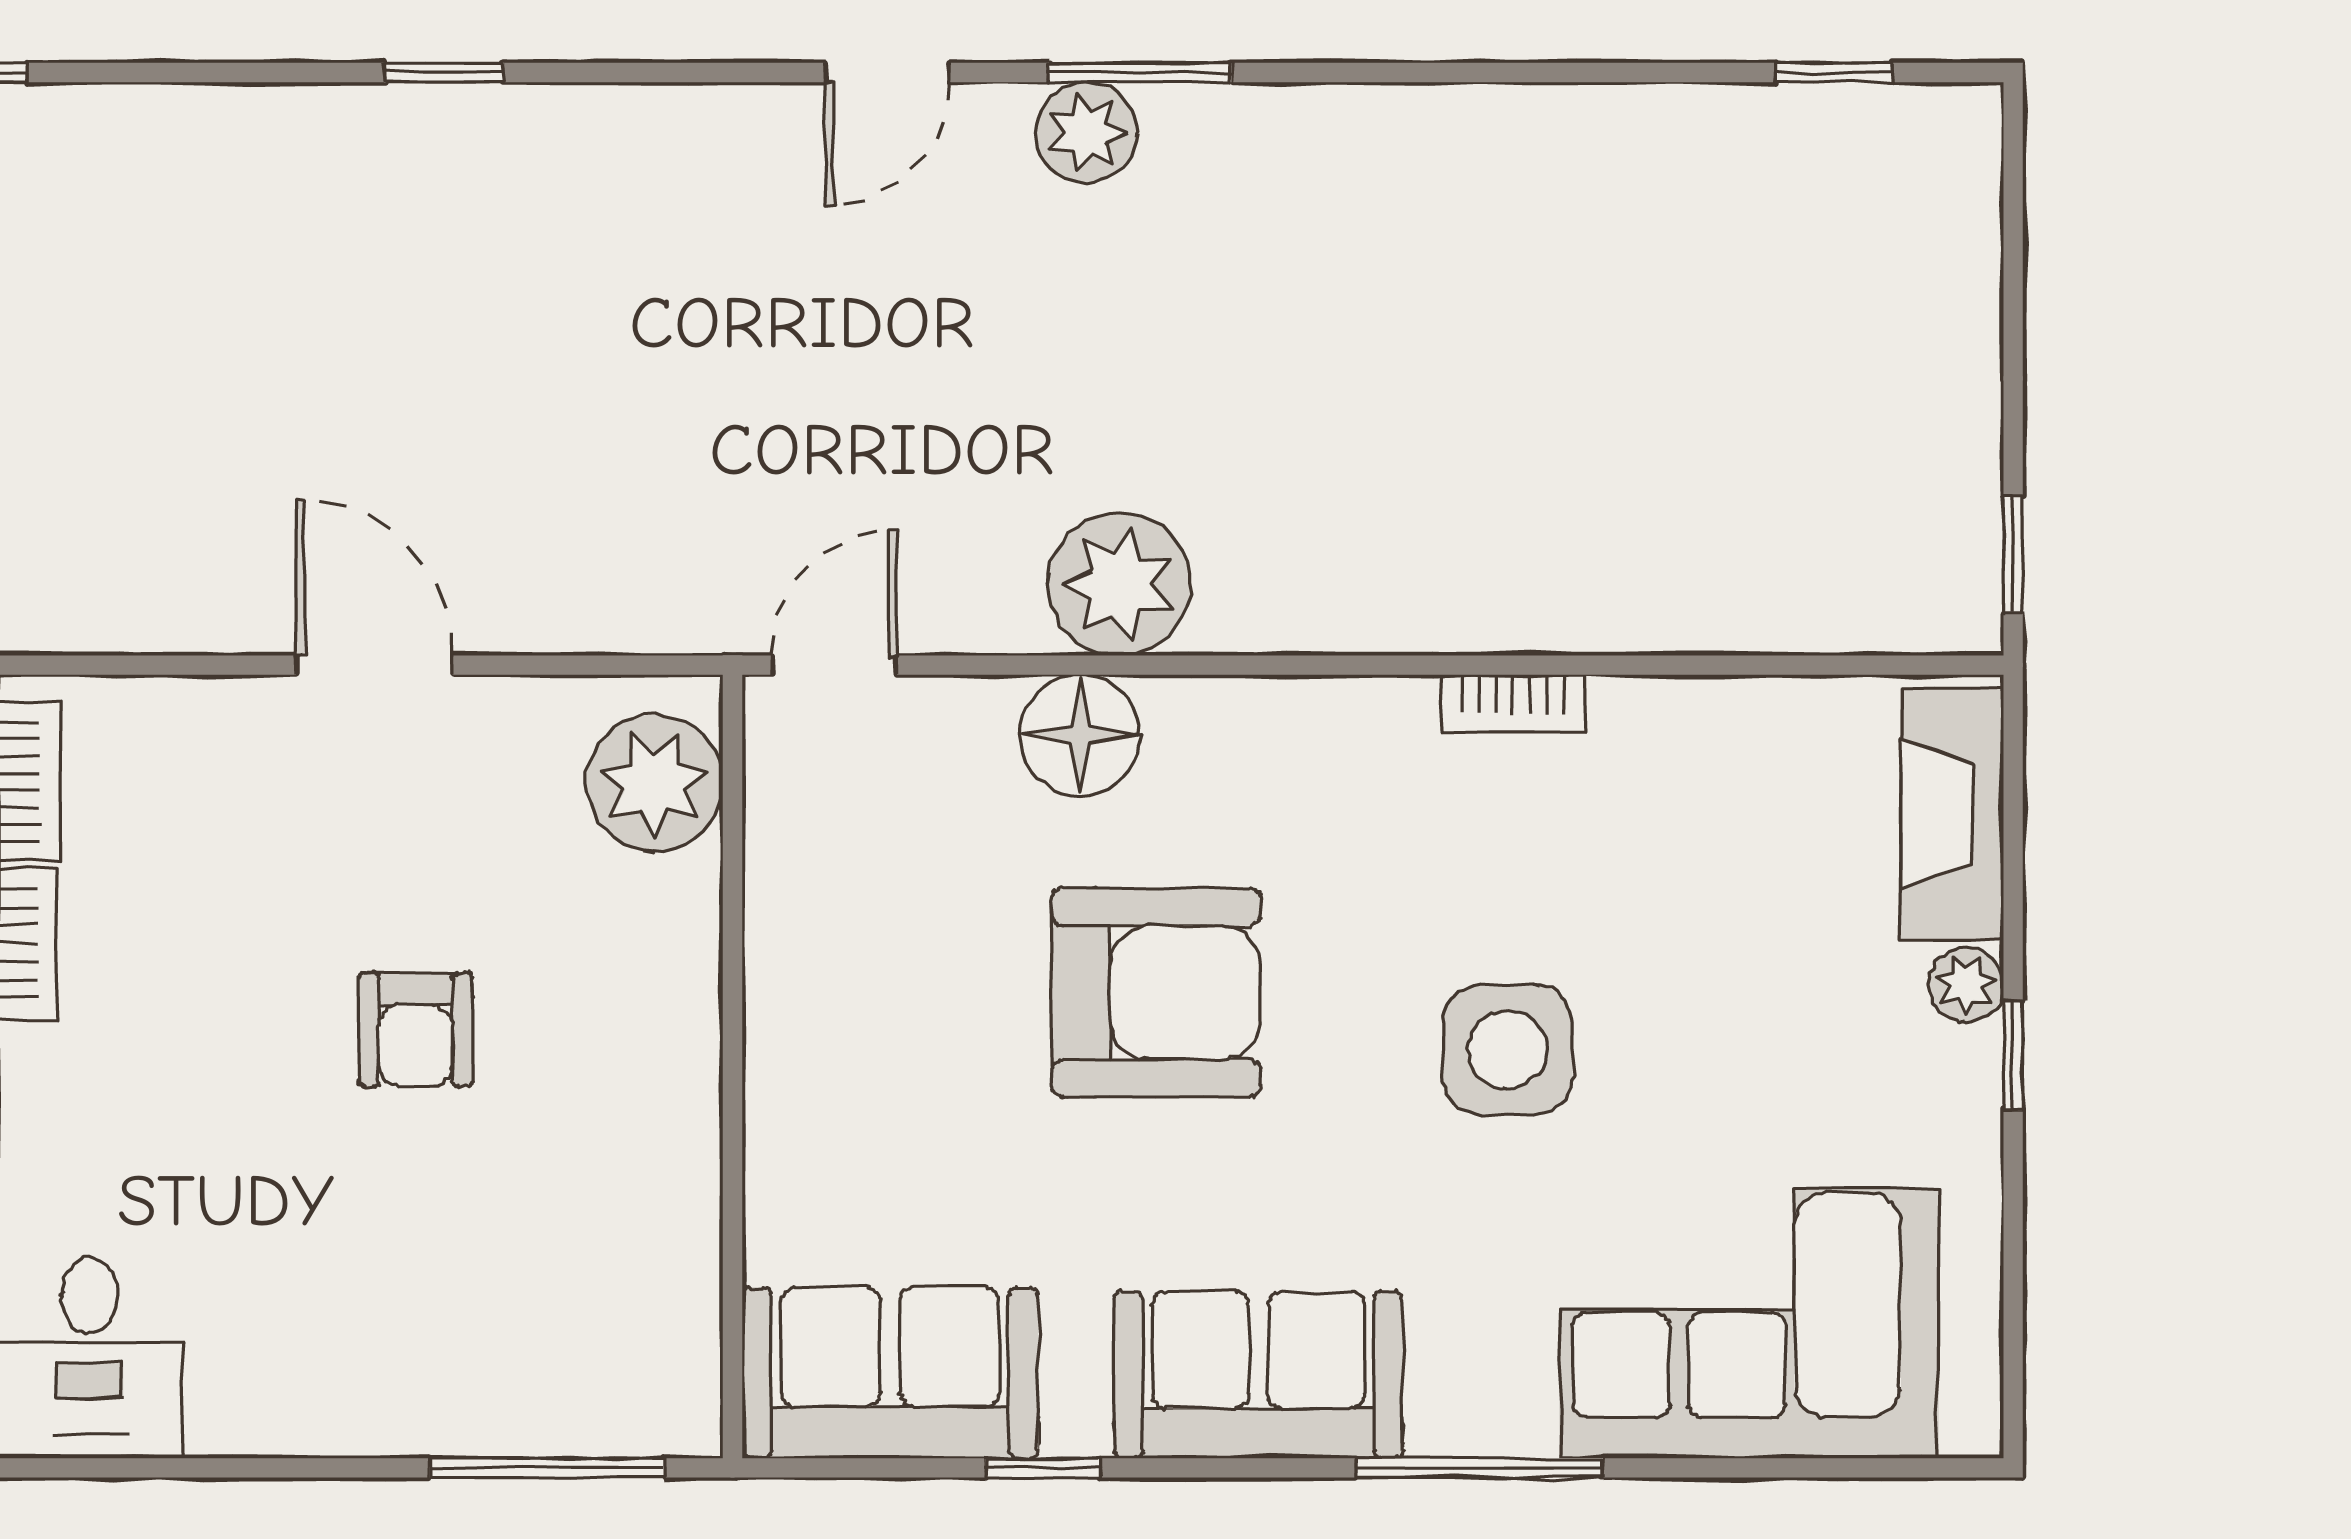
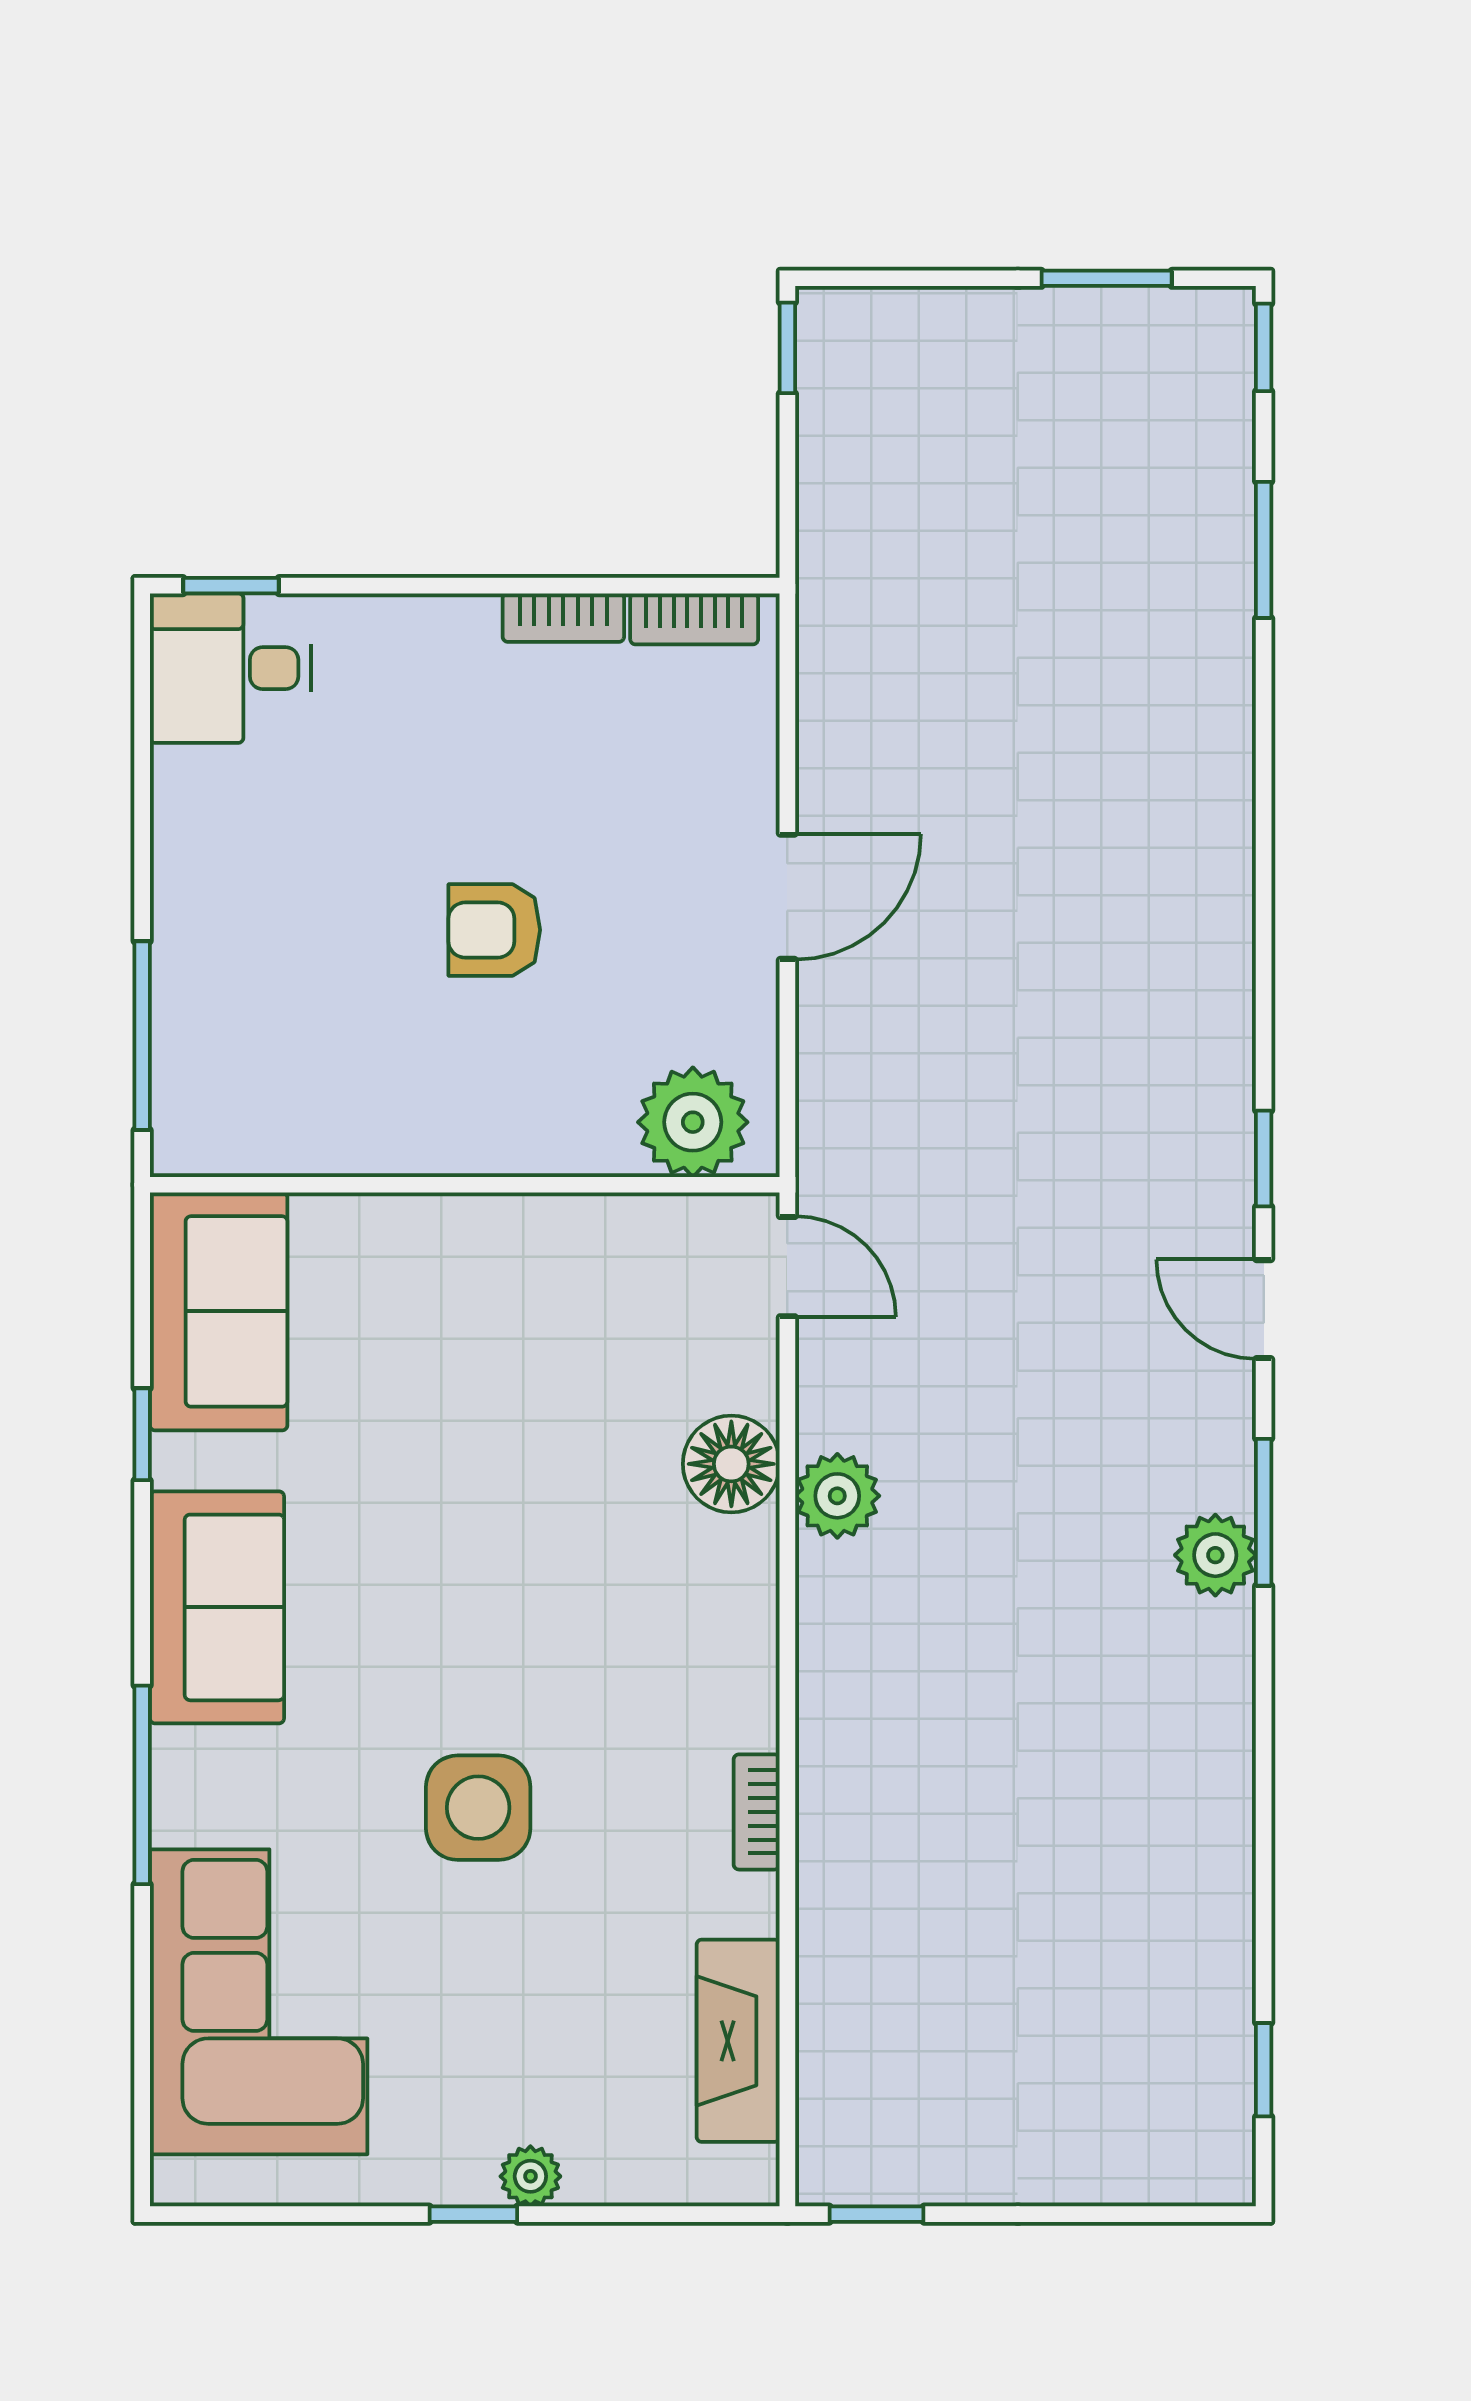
window: (444, 73) -> (1264, 1159), moved
plant: (1086, 133) -> (1215, 1555), moved
plant: (1120, 584) -> (837, 1496), width x0.73, depth x0.73
fireplace: (1952, 814) -> (738, 2041), moved, turned -90
armchair: (1156, 992) -> (524, 1525), removed

